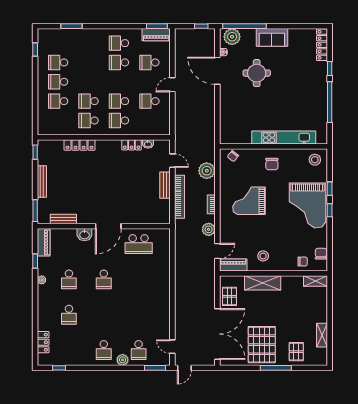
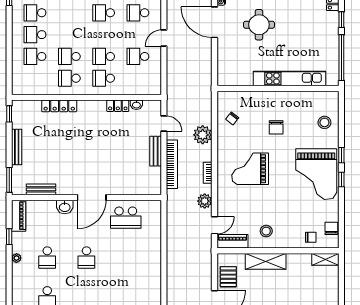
kitchen unit: (284, 138) -> (289, 79), moved
wall: (273, 146) -> (278, 88), moved

